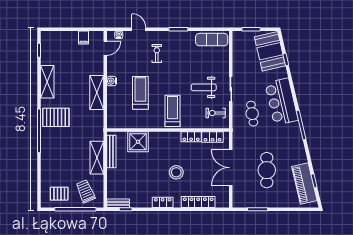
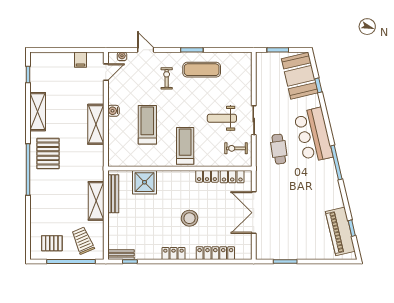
exercise mat: (212, 40) -> (202, 70), moved
pallet: (56, 117) -> (48, 154), turned 90
cafe table: (267, 170) -> (296, 216), removed

